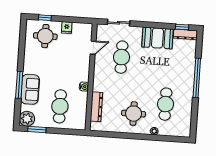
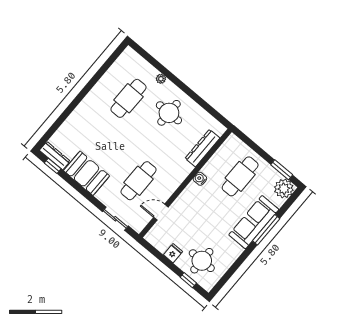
window: (197, 78) -> (76, 102), removed
sofa: (30, 89) -> (254, 222), width x1.36

